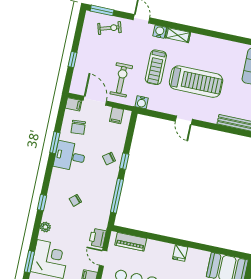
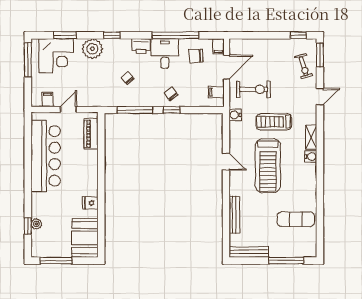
water cooler: (160, 32) -> (311, 156), moved
window: (72, 60) -> (298, 35), moved
door: (184, 120) -> (226, 162), swing flipped
window: (55, 143) -> (175, 35), width x2.11
chair: (75, 200) -> (128, 78), moved
plant: (45, 227) -> (92, 49), width x1.87, depth x1.87
printer: (97, 238) -> (141, 46), moved, turned 180
fridge: (180, 253) -> (90, 203), moved
window: (29, 262) -> (65, 35), moved

